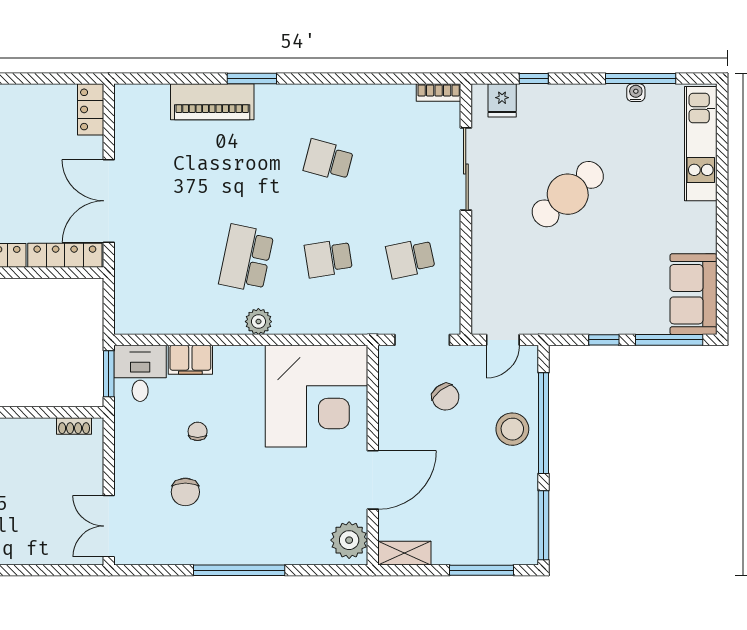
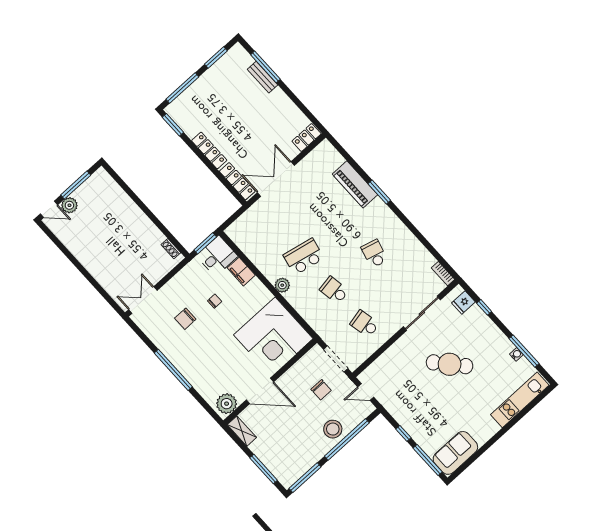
chair: (446, 397) -> (321, 390), turned -52

